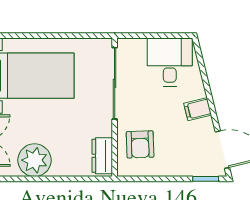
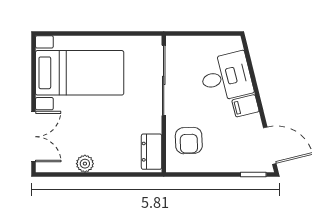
desk: (170, 62) -> (226, 77), moved, turned 76
plant: (34, 160) -> (85, 164), width x0.53, depth x0.53

